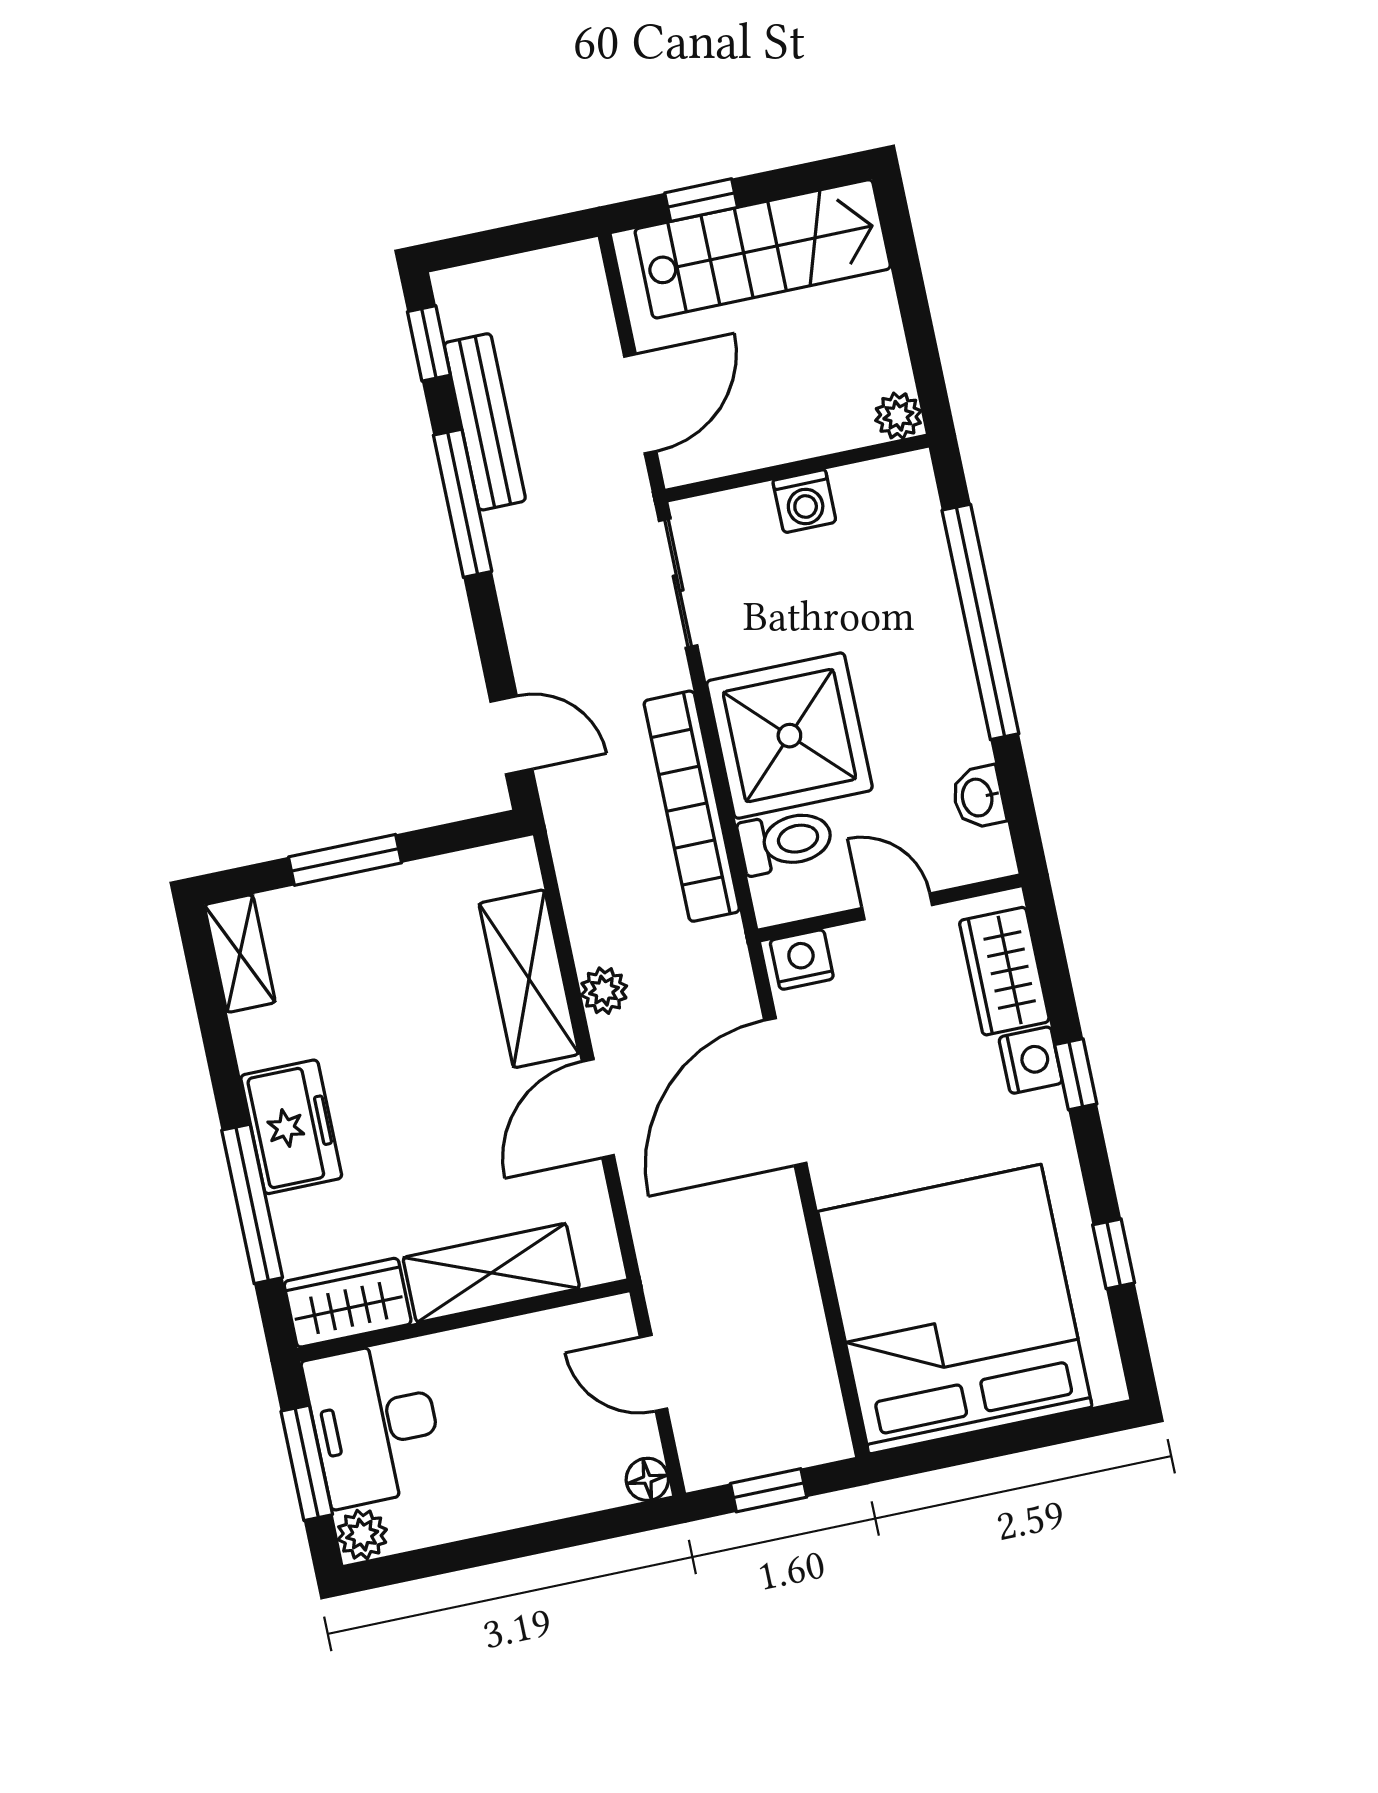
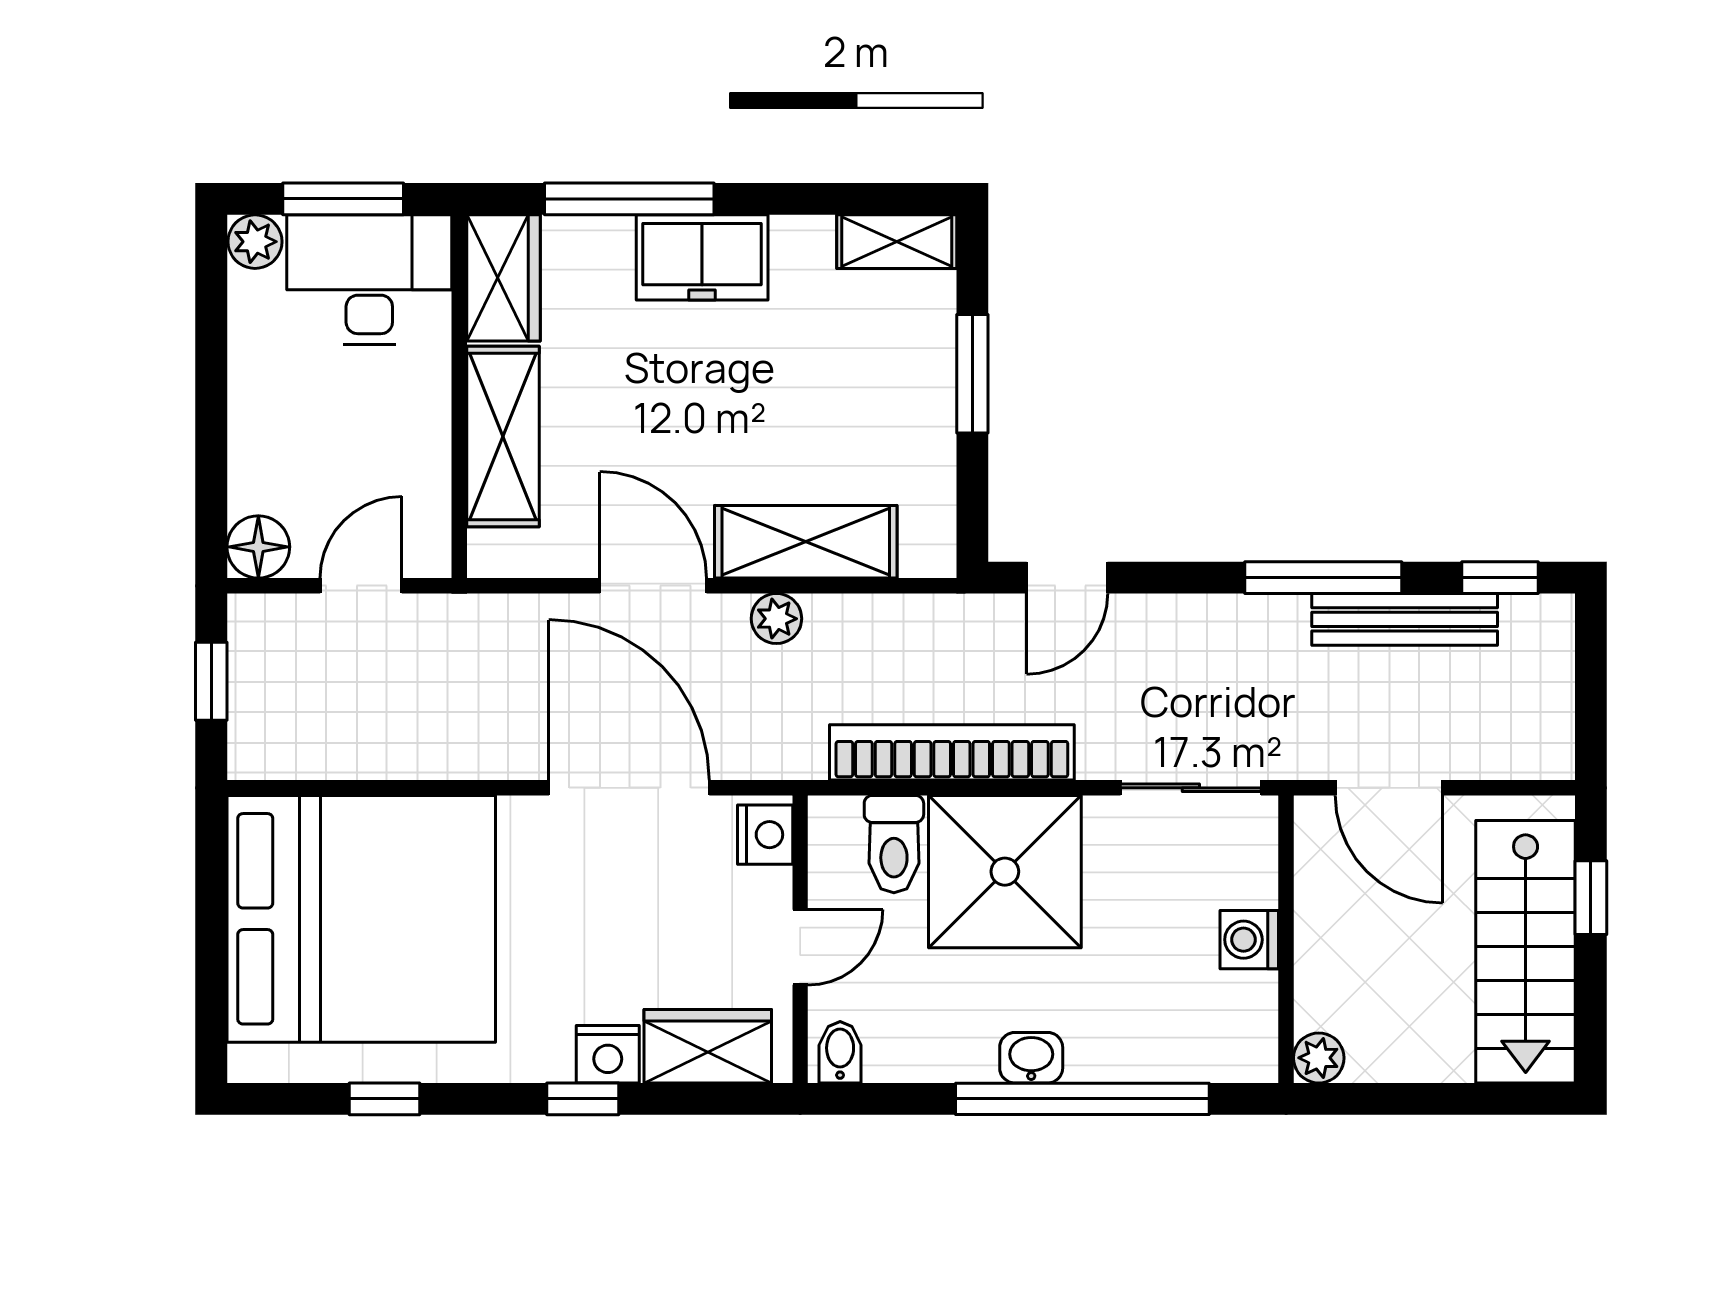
washbasin: (978, 797) -> (1031, 1058), moved
bidet: (985, 850) -> (840, 1052), added
floor lamp: (647, 1479) -> (258, 547), width x1.37, depth x1.37

